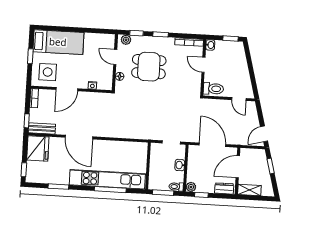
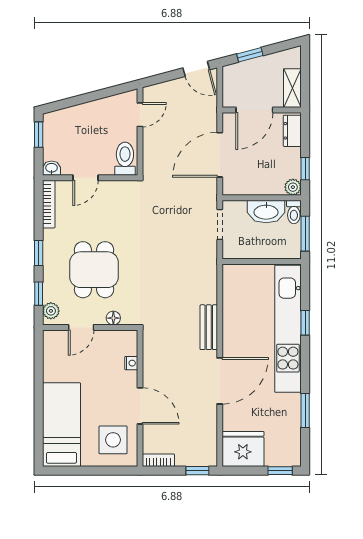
window: (30, 56) -> (88, 471), removed
bench: (42, 128) -> (209, 327), moved
washbasin: (180, 165) -> (266, 212), width x1.91, depth x1.45
door: (238, 167) -> (254, 110), hinge flipped
window: (110, 190) -> (305, 323), width x0.46

